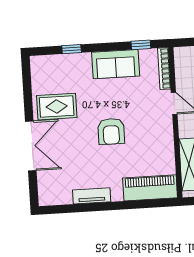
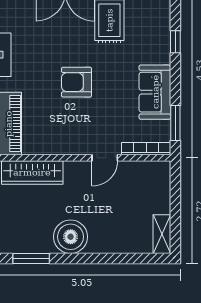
window: (141, 45) -> (175, 123), width x1.50

